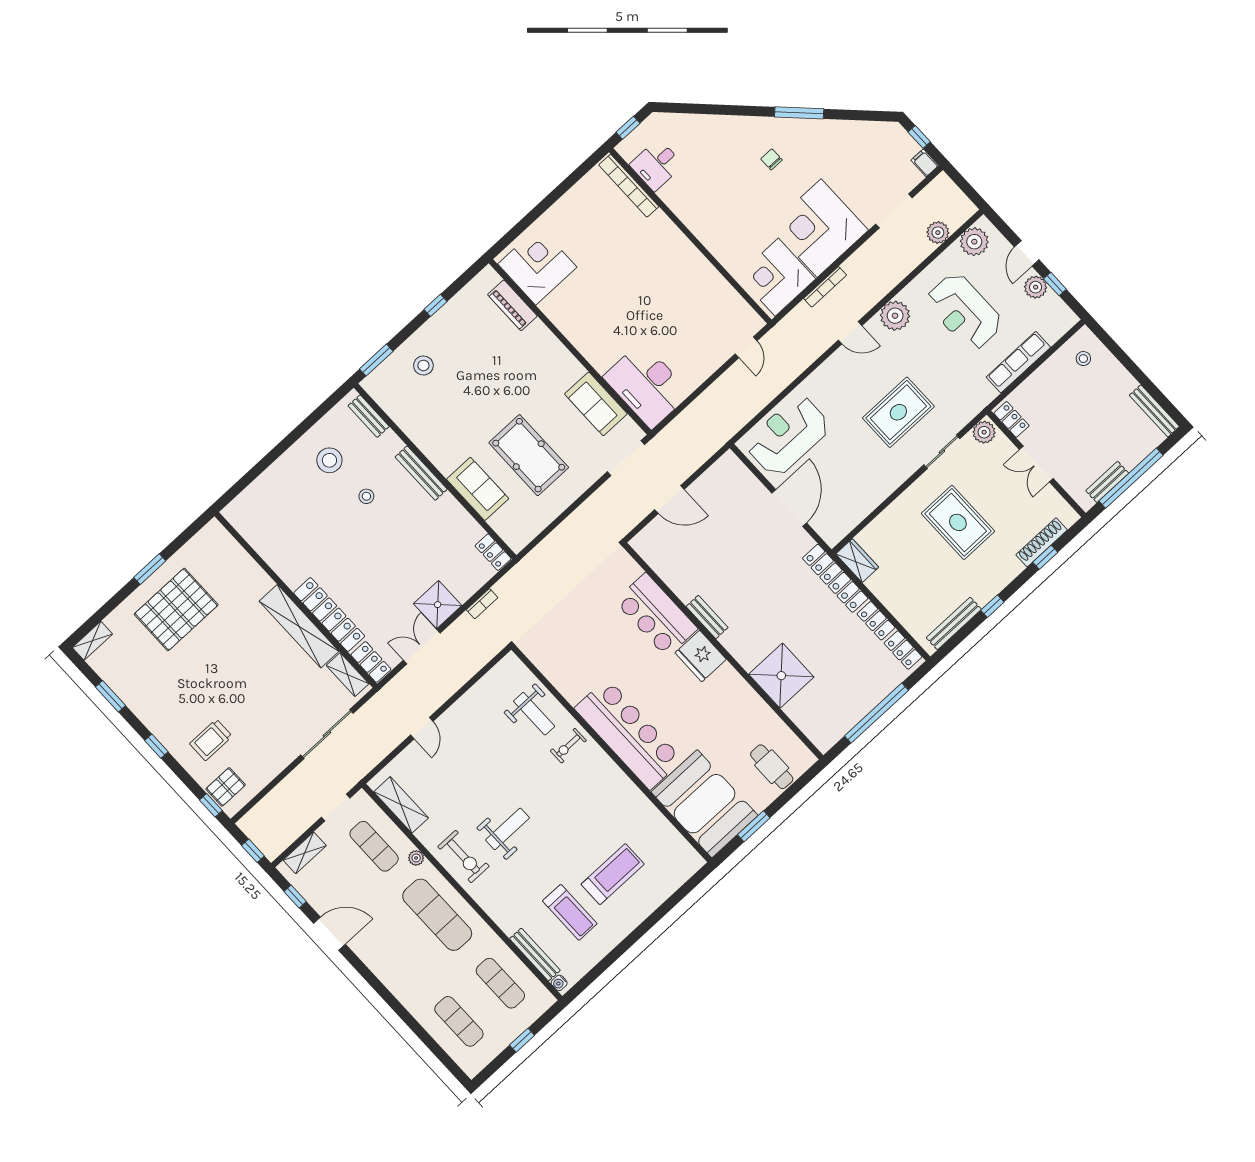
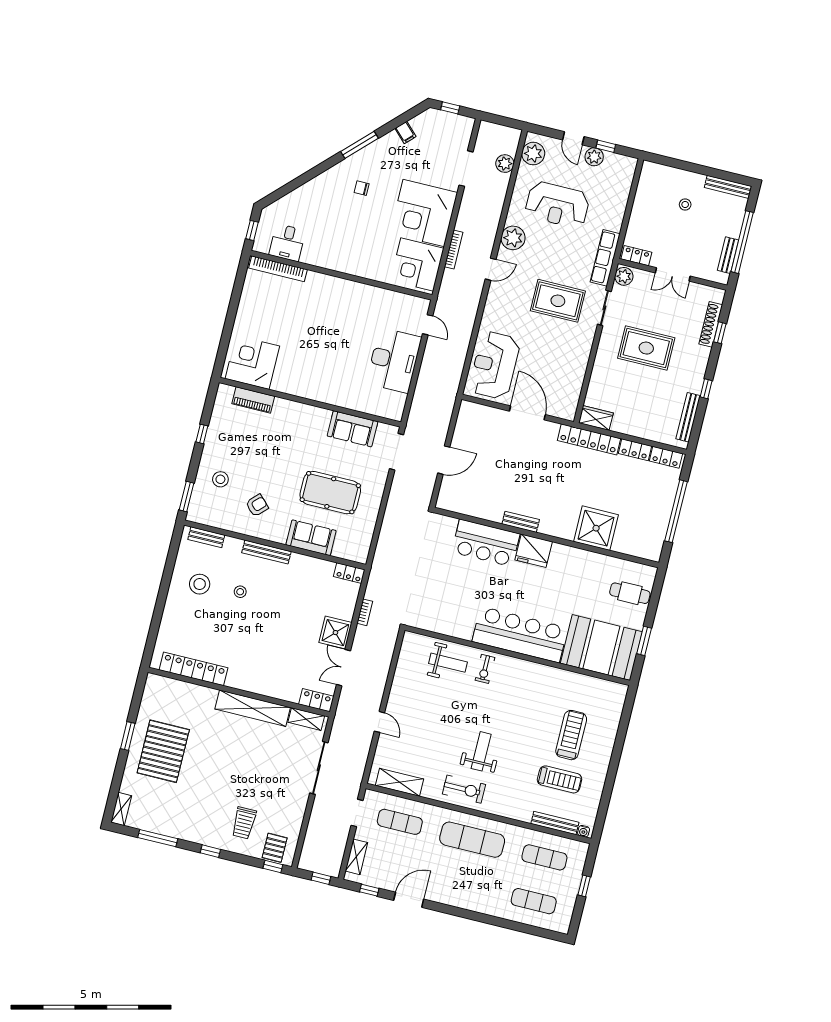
filing cabinet: (925, 163) -> (405, 132), moved, turned -135
stool: (1083, 359) -> (685, 205), moved
row of seats: (1018, 362) -> (605, 258), moved
desk: (647, 385) -> (394, 360), moved, turned -90
rug: (898, 412) -> (558, 301), turned 90
armchair: (444, 418) -> (257, 505), added
locker: (329, 615) -> (194, 669), moved
window: (110, 696) -> (158, 838), width x1.44
plant: (416, 858) -> (433, 811), removed

